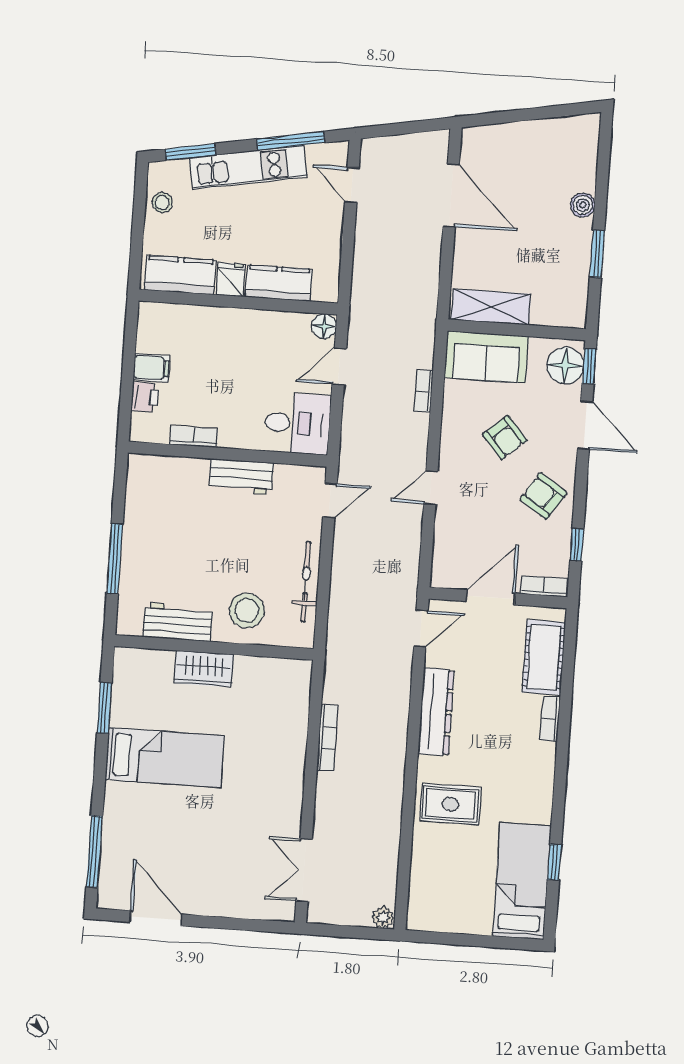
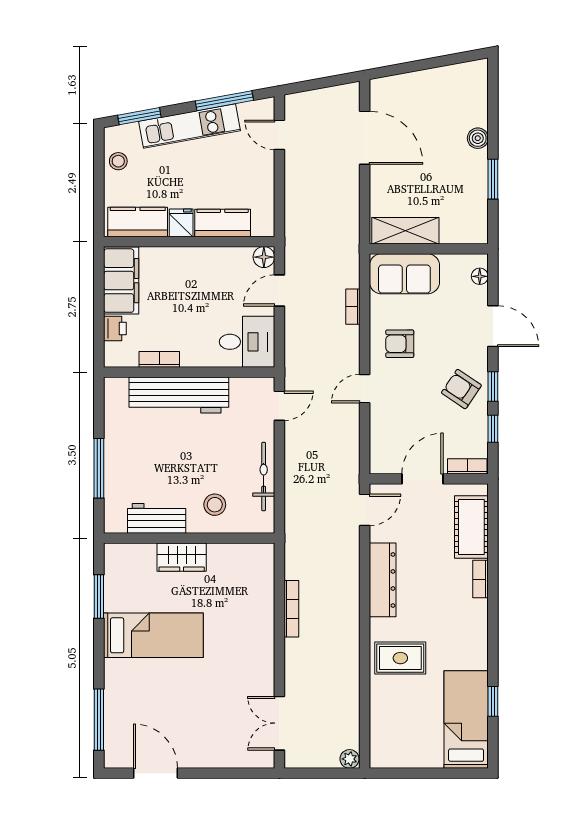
floor lamp: (565, 365) -> (480, 276), width x0.53, depth x0.53
window: (589, 366) -> (493, 387), moved
filing cabinet: (151, 368) -> (121, 281), width x3.00, depth x1.17
armchair: (505, 437) -> (400, 344), moved, turned 131
workbench: (241, 477) -> (179, 395), width x1.88, depth x1.32
stool: (247, 610) -> (215, 505), width x0.73, depth x0.73

